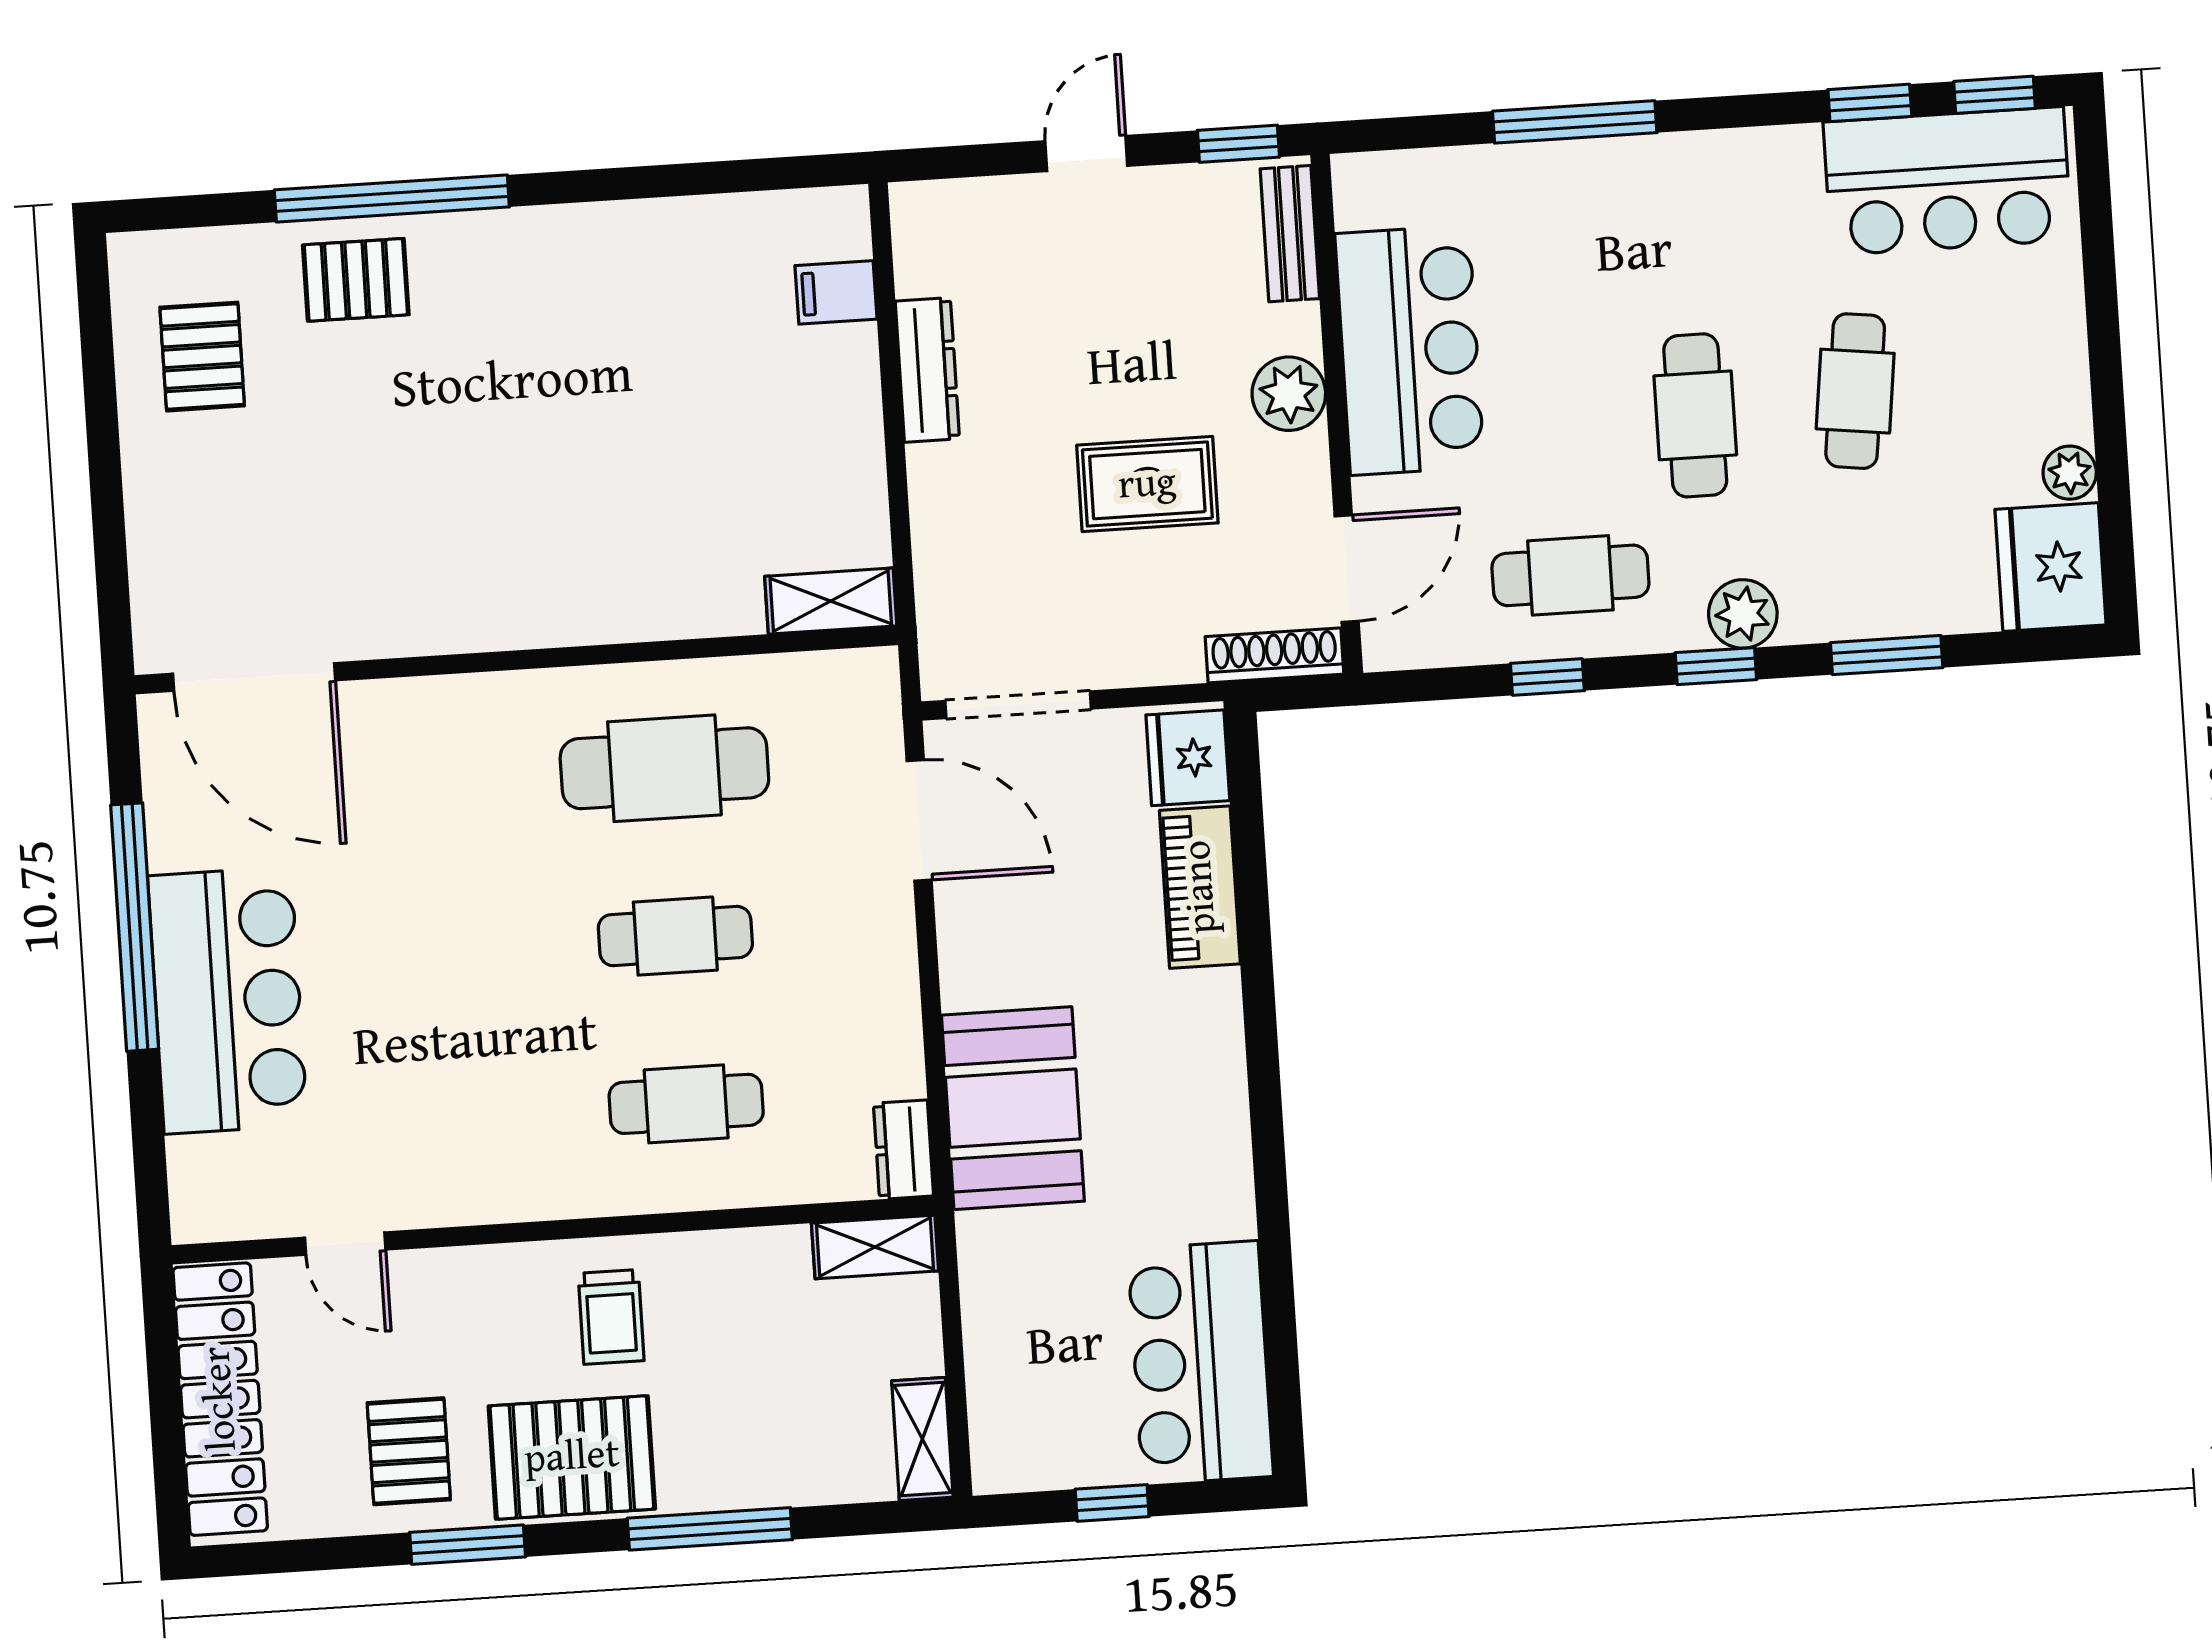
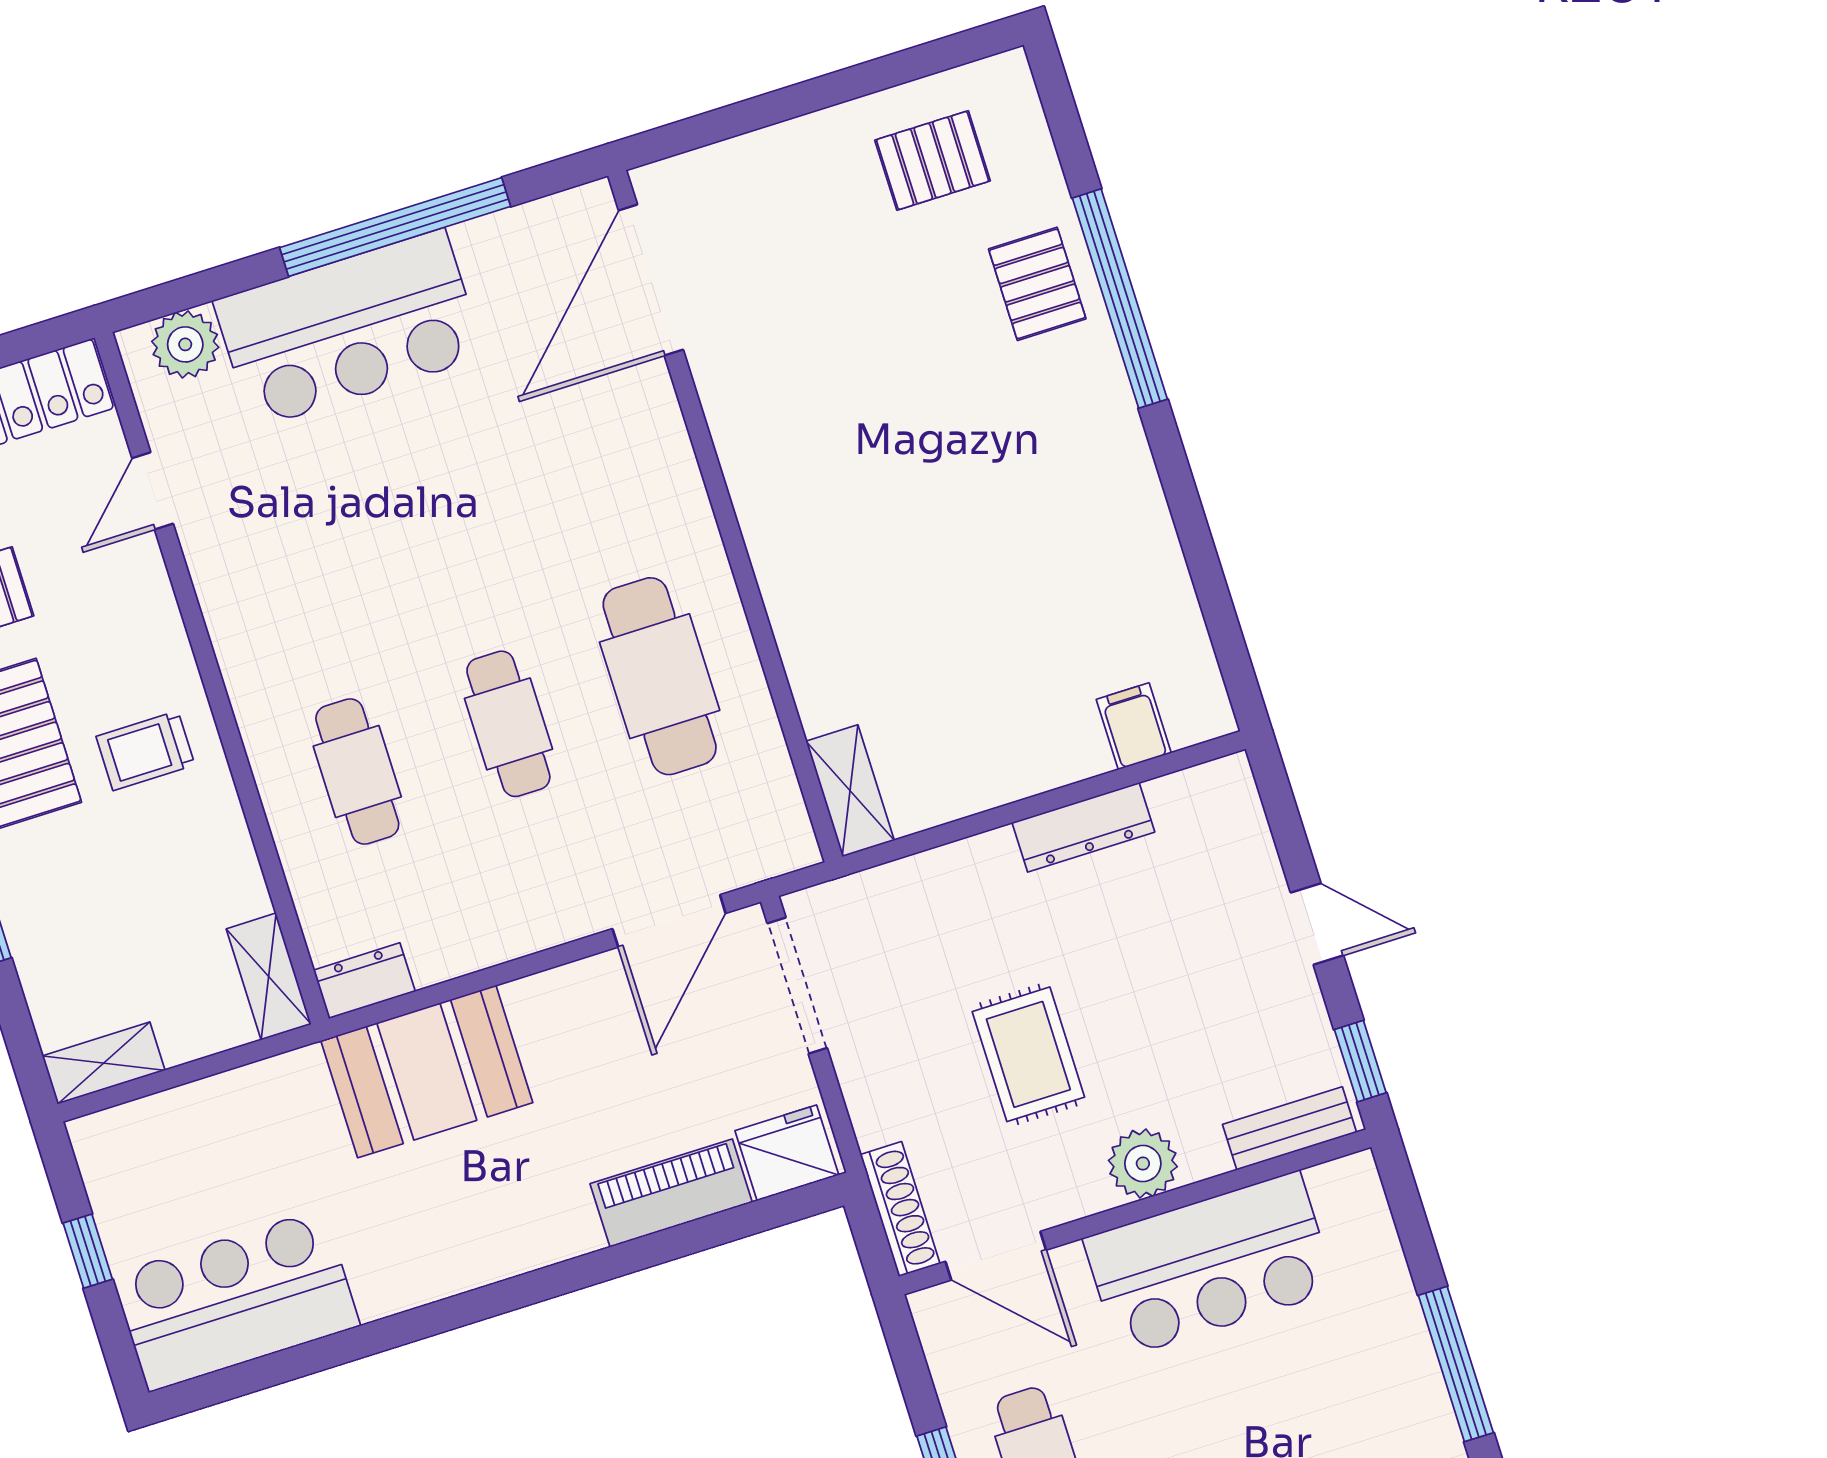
plant: (203, 1173) -> (185, 344), added

